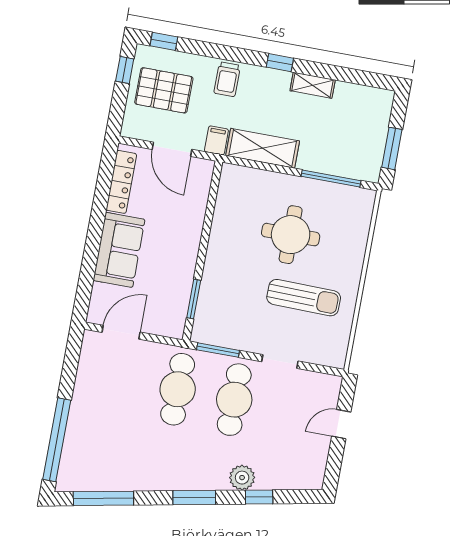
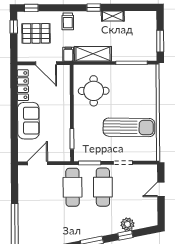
round table: (291, 235) -> (94, 91), moved
sun lounger: (304, 298) -> (129, 127), width x1.36, depth x1.34
plant: (242, 478) -> (127, 224), moved

